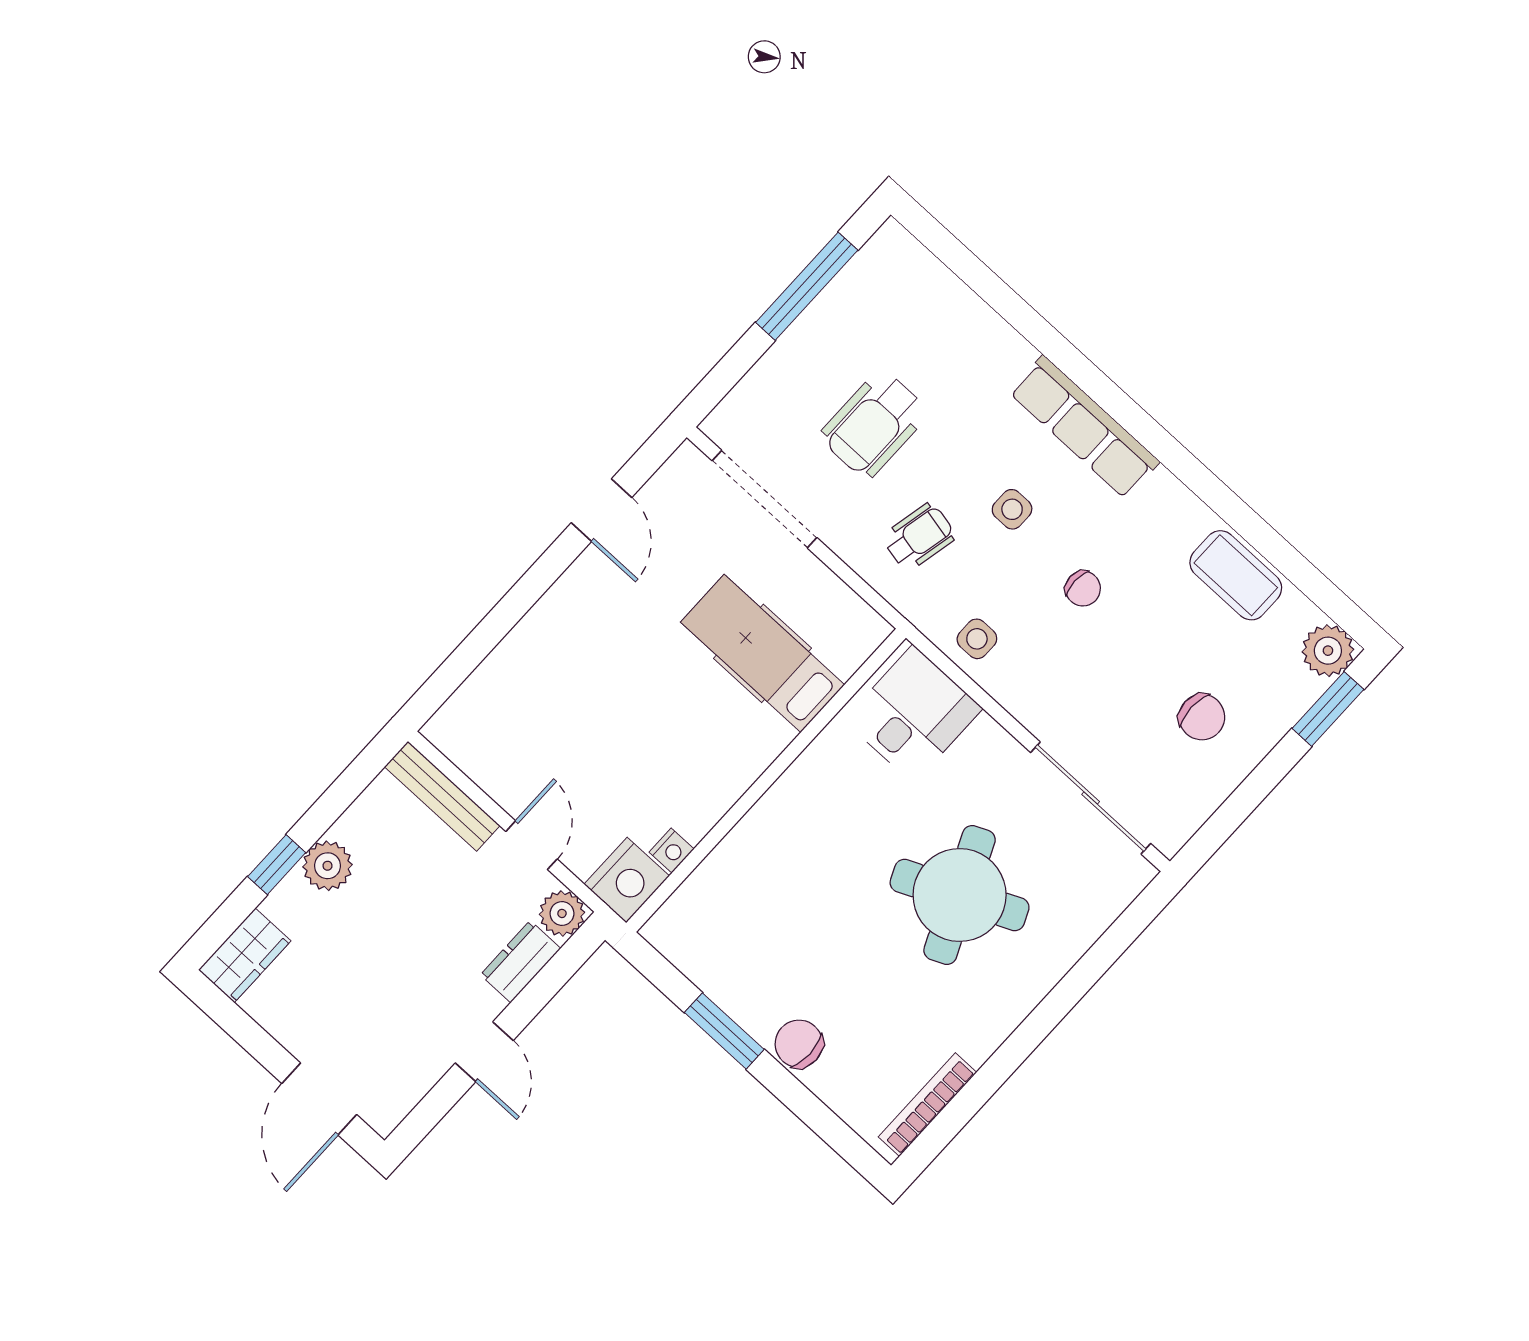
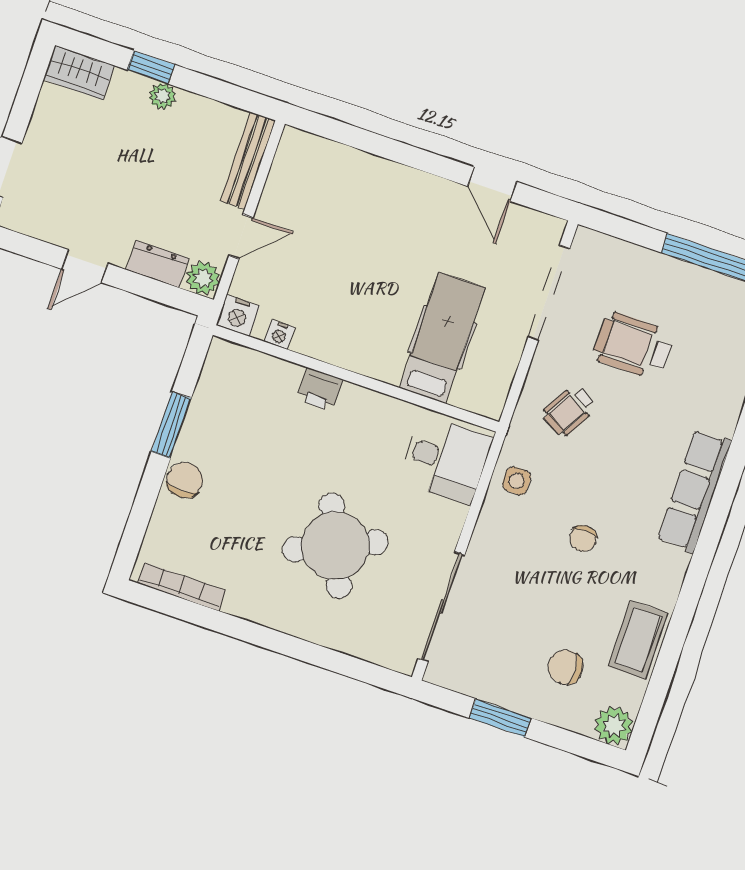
side table: (1012, 509) -> (616, 466), removed
door: (602, 510) -> (492, 184), hinge flipped
wheelchair: (919, 537) -> (569, 410), turned 108
window: (1328, 709) -> (500, 718), moved
chair: (1202, 717) -> (565, 667), moved, turned 86
printer: (760, 831) -> (320, 389), added
plant: (328, 866) -> (162, 96), width x0.73, depth x0.73
nightstand: (627, 880) -> (238, 315), width x0.74, depth x0.75

